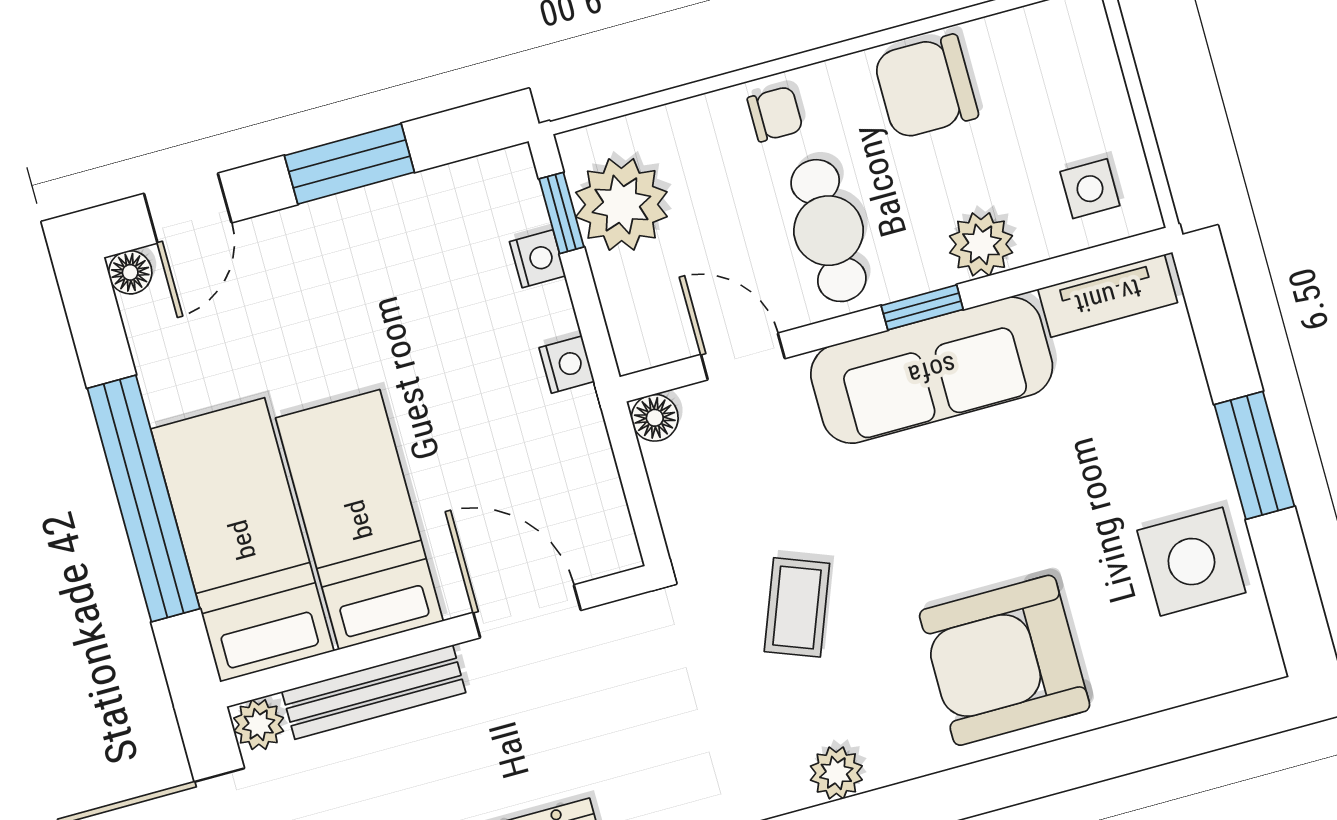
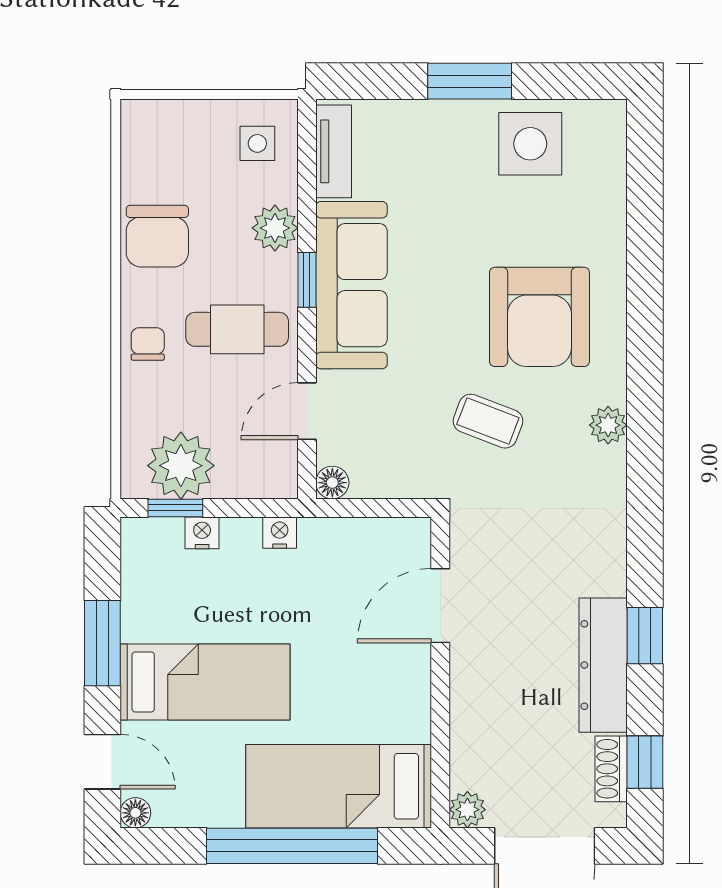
bed: (359, 520) -> (205, 682), moved, turned 180
armchair: (1005, 660) -> (539, 317), moved
bench: (374, 692) -> (467, 725), removed

